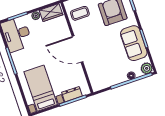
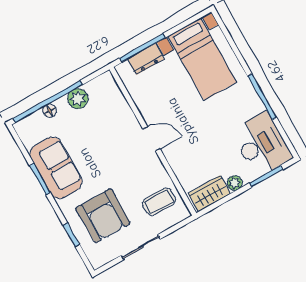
door: (77, 49) -> (151, 139), width x0.53
plant: (147, 68) -> (78, 99), moved

